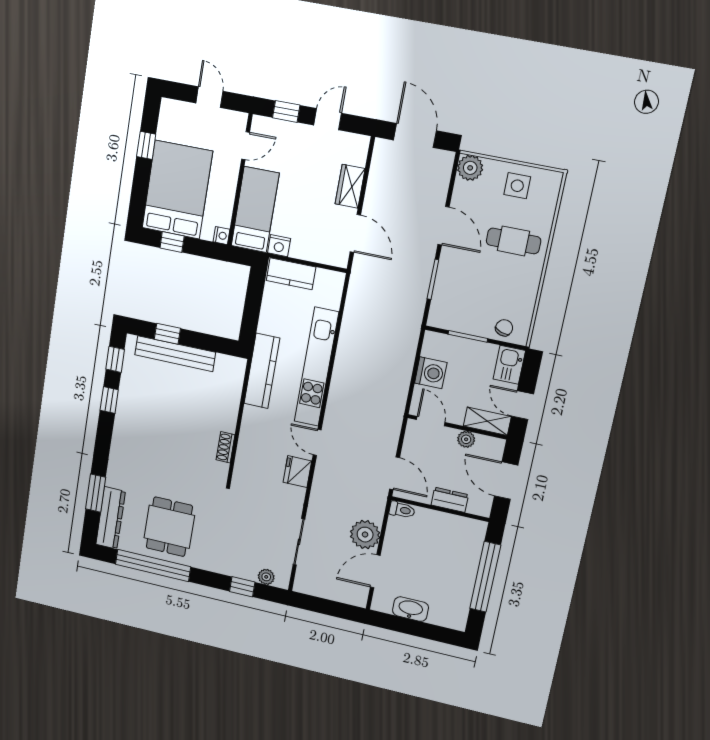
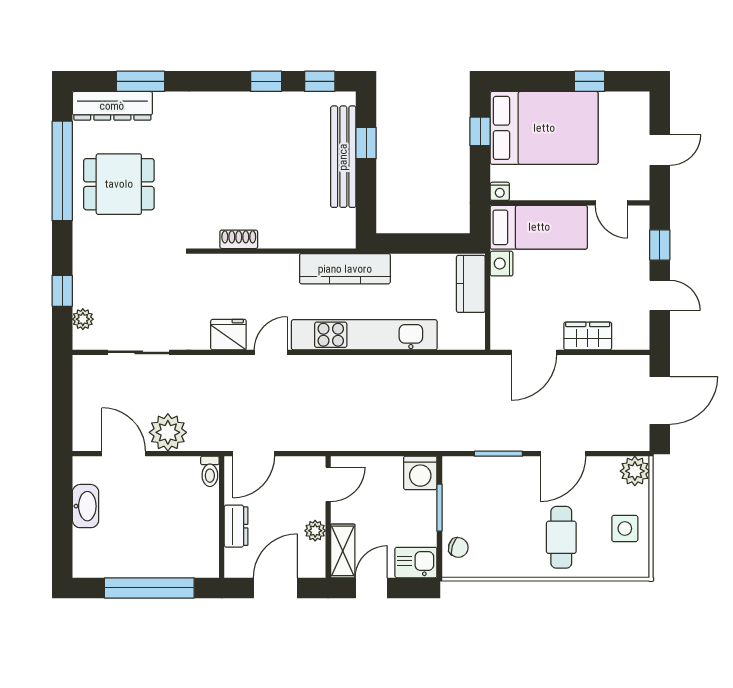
washing machine: (431, 373) -> (420, 473), moved

